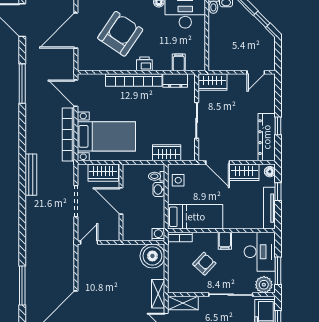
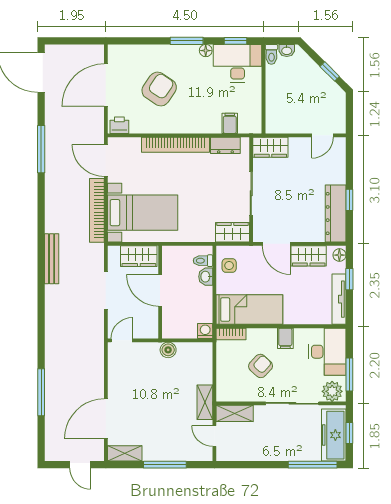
armchair: (120, 34) -> (159, 89), width x0.73, depth x0.73
printer: (144, 64) -> (119, 125), moved
wardrobe: (167, 153) -> (233, 232), moved
boiler: (152, 256) -> (168, 350), moved, width x0.54, depth x0.54

